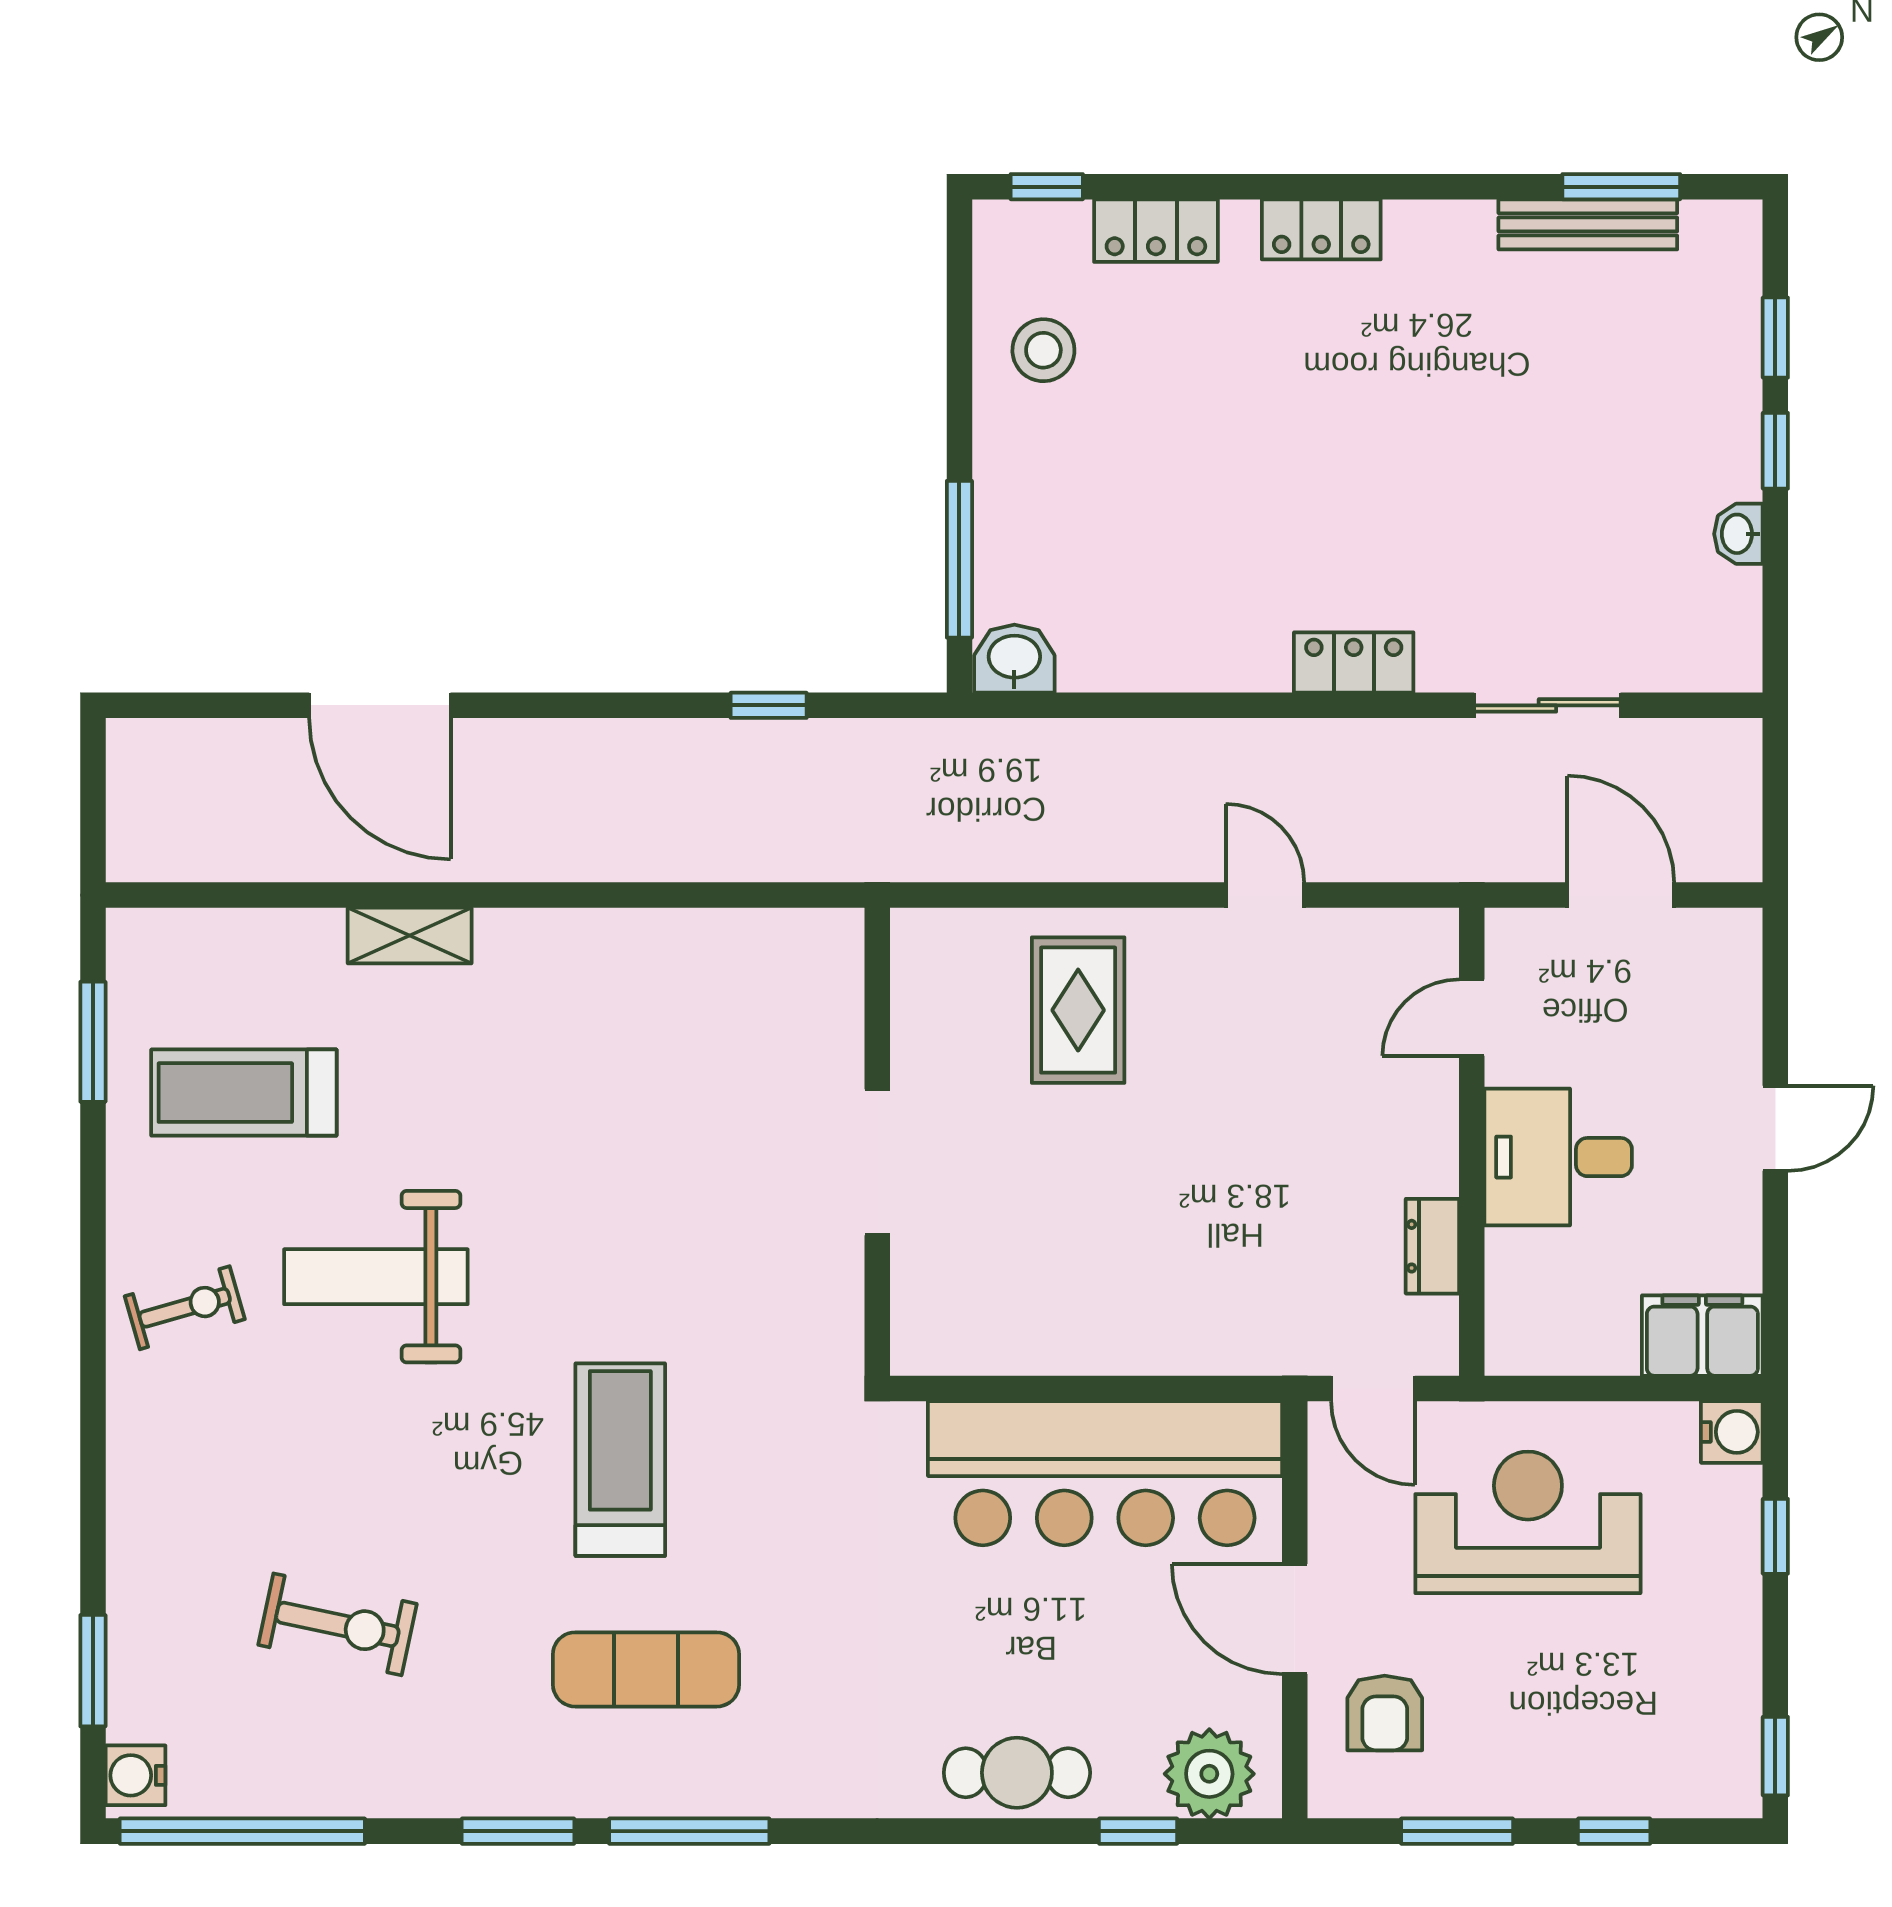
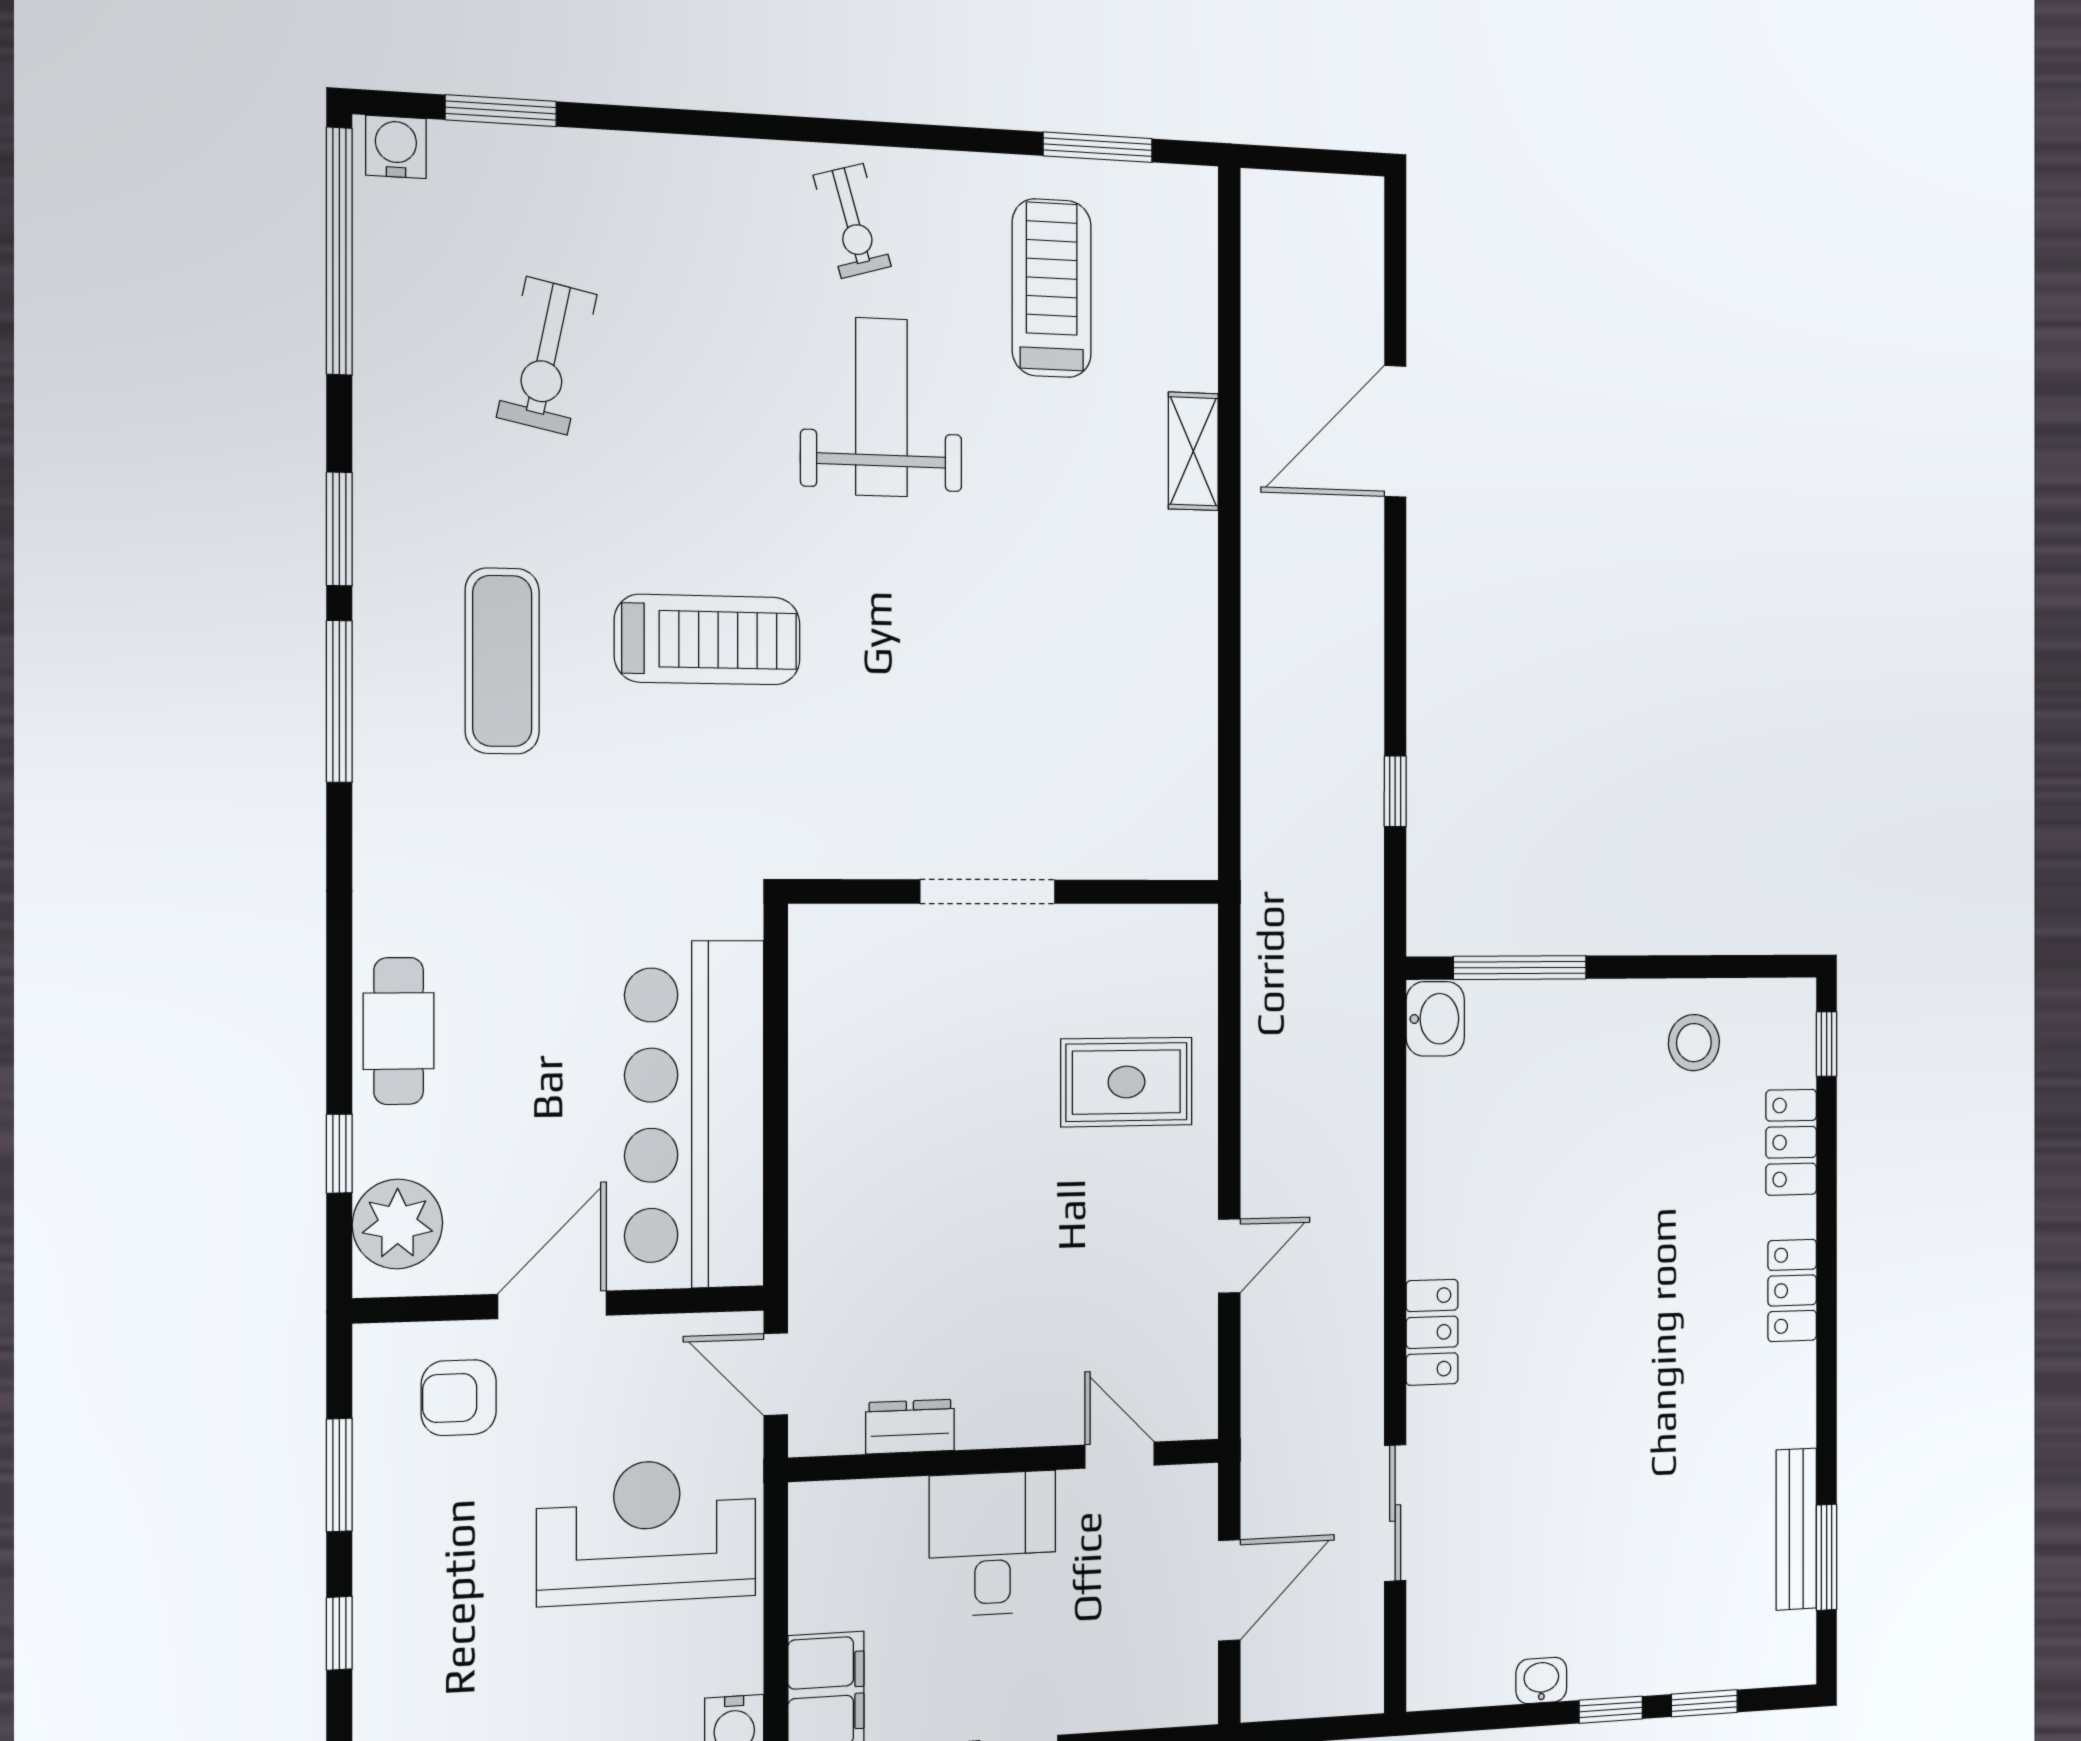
door: (1373, 1388) -> (776, 1374), hinge flipped
reception desk: (1528, 1522) -> (647, 1531), turned -90

